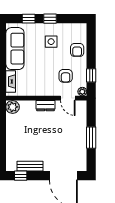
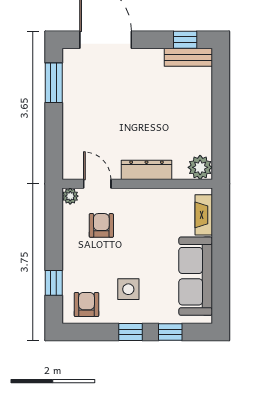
armchair: (77, 50) -> (86, 305), moved
window: (91, 75) -> (54, 283), moved
dresser: (45, 106) -> (146, 170), width x1.44
window: (91, 138) -> (54, 83), moved
bench: (30, 166) -> (188, 57), moved

